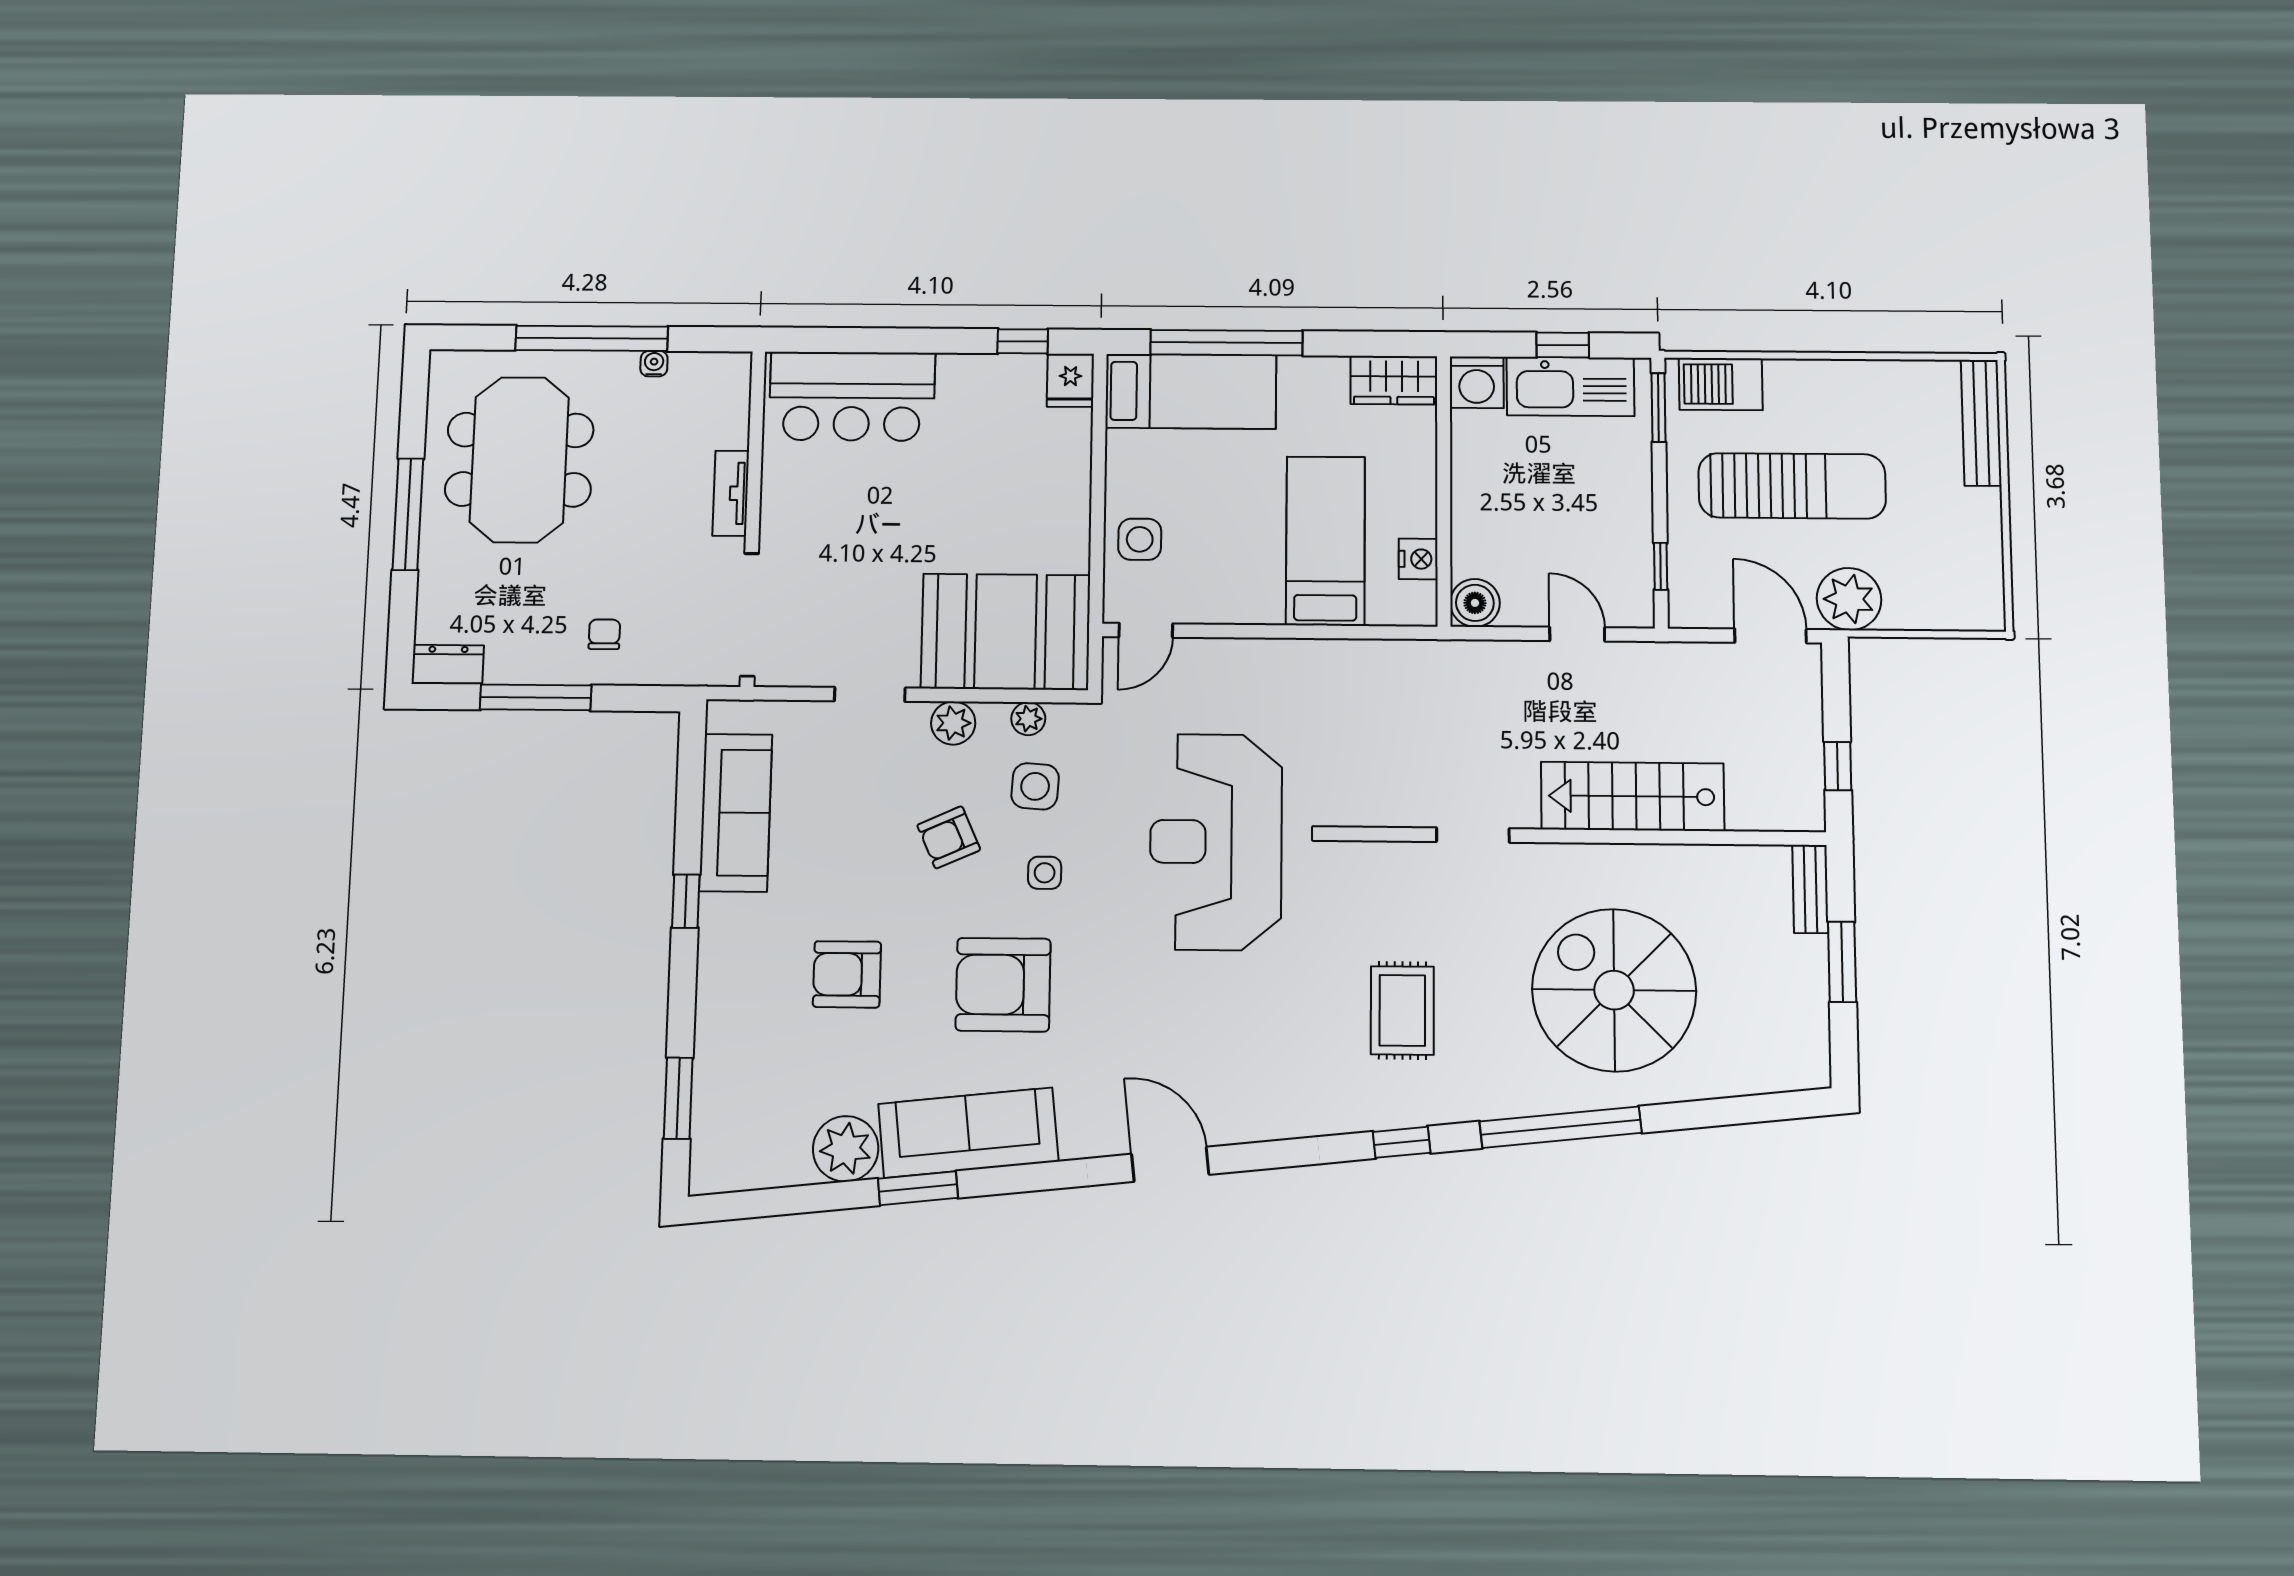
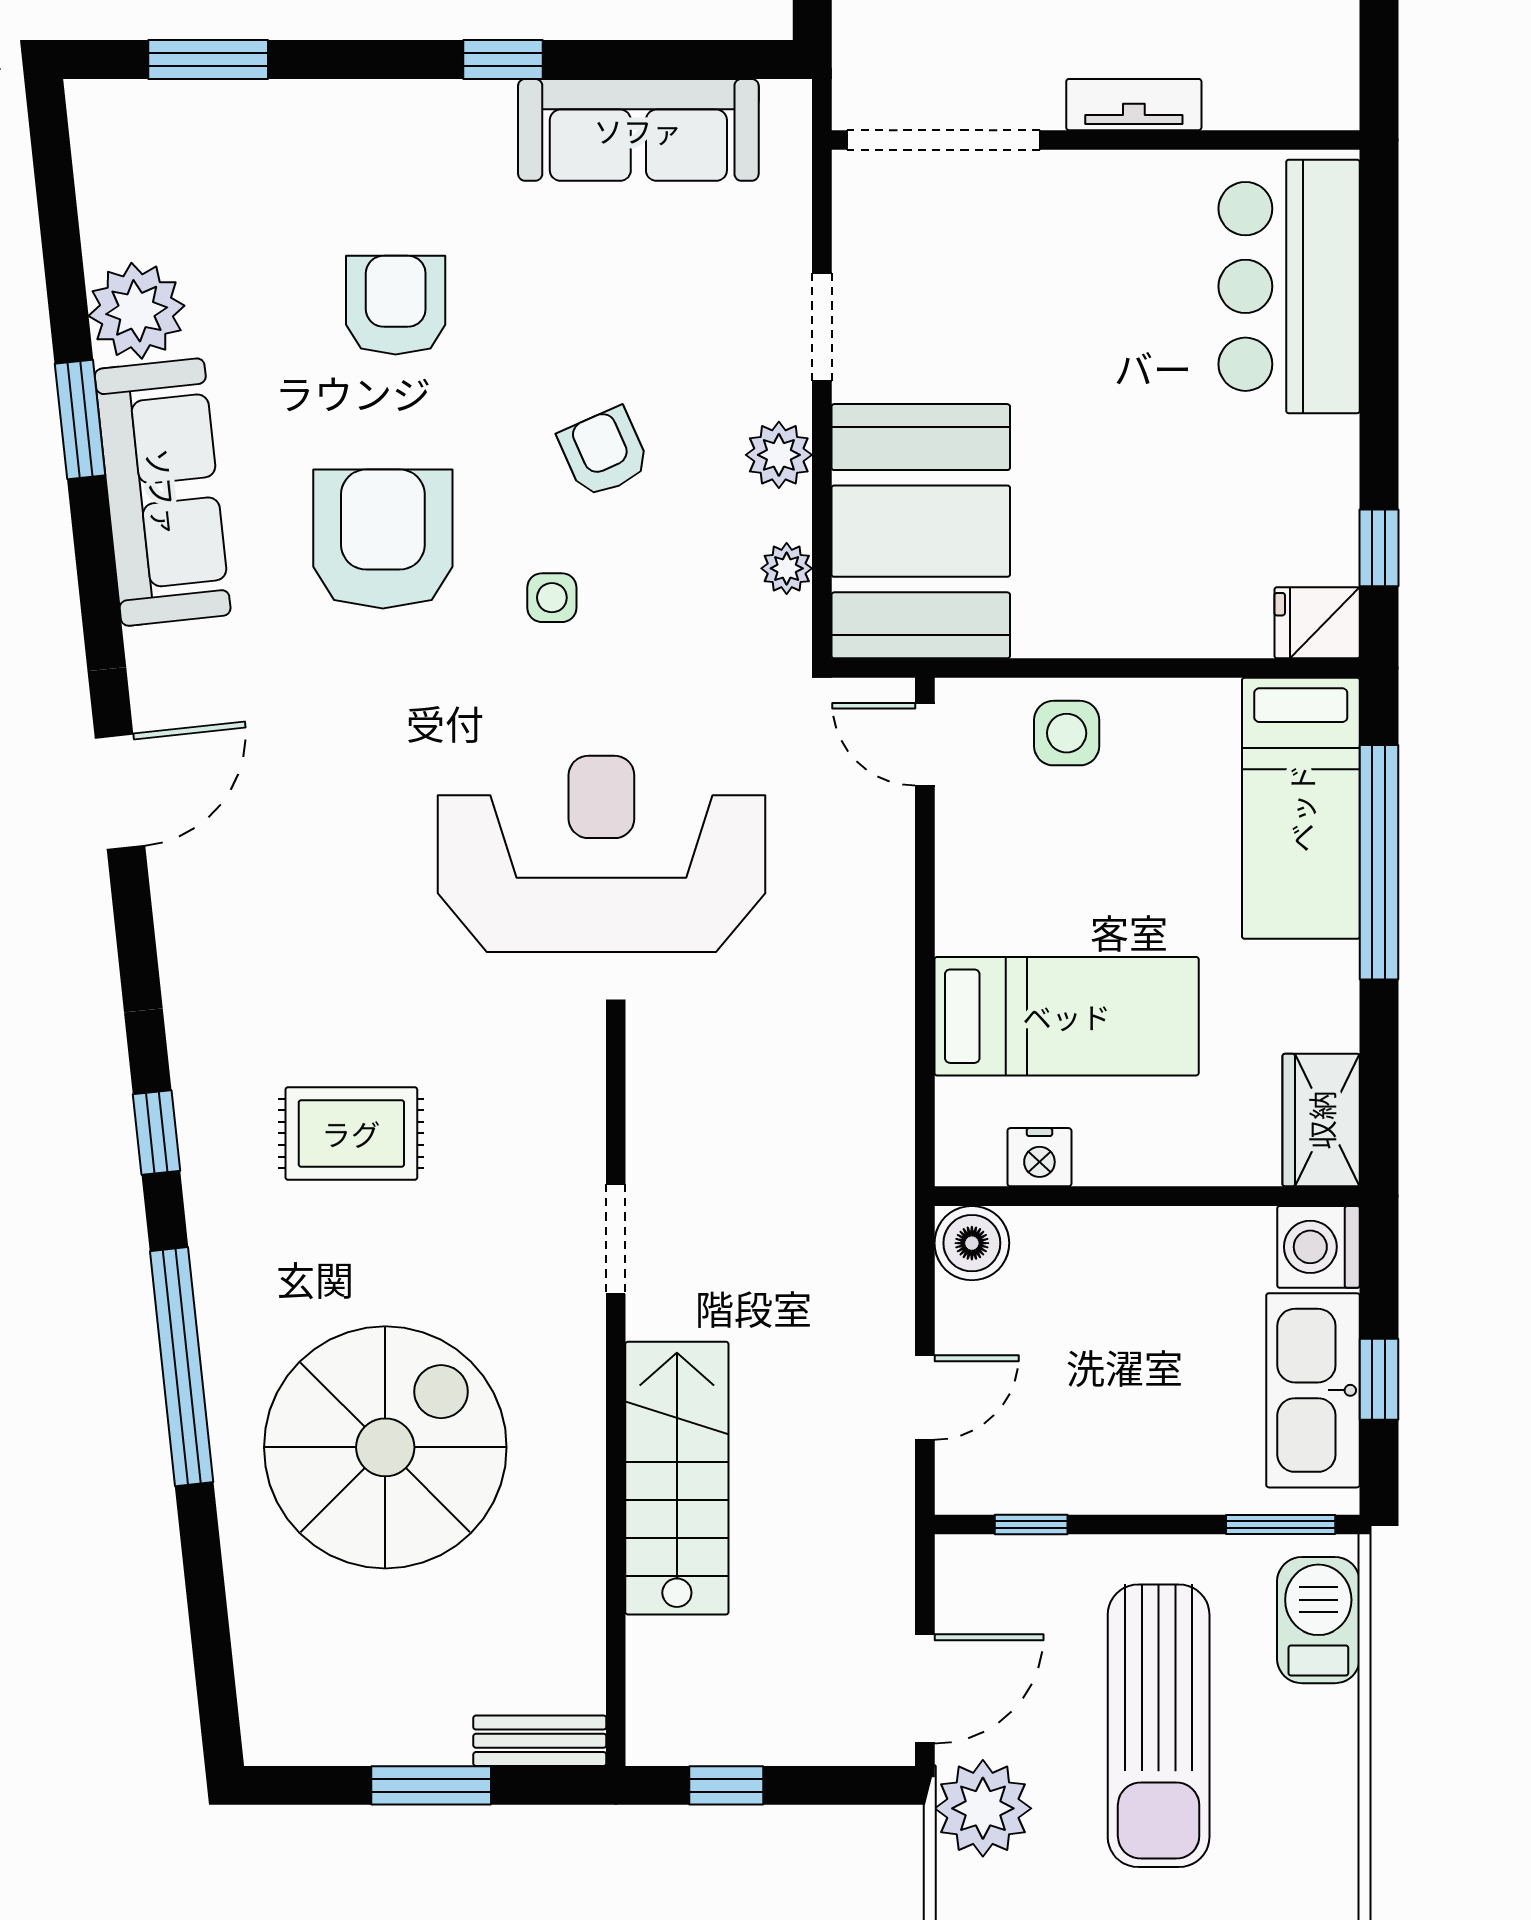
side table: (1035, 786) -> (683, 581), removed

